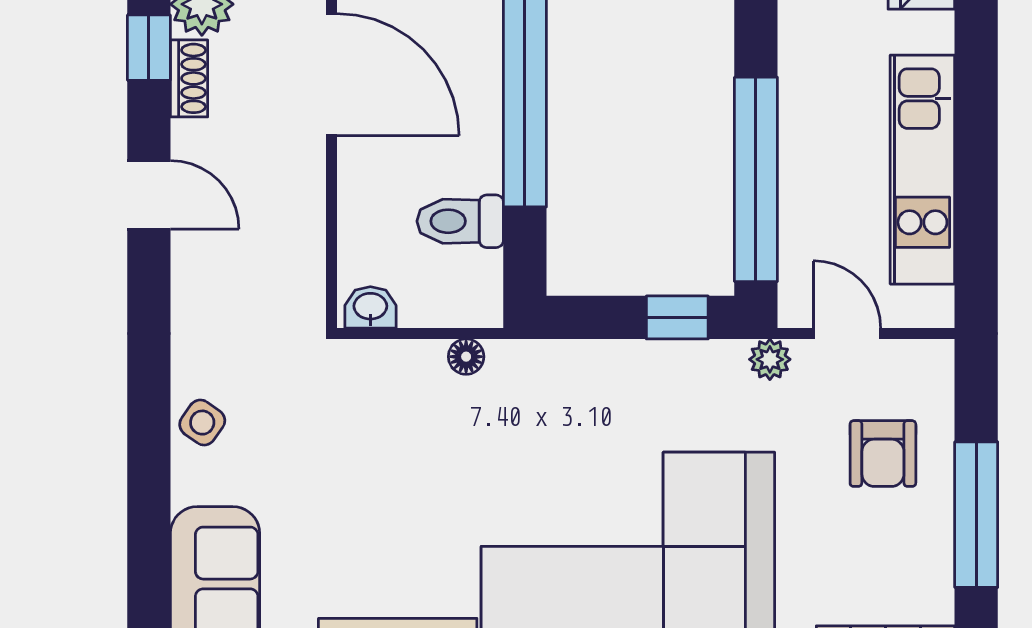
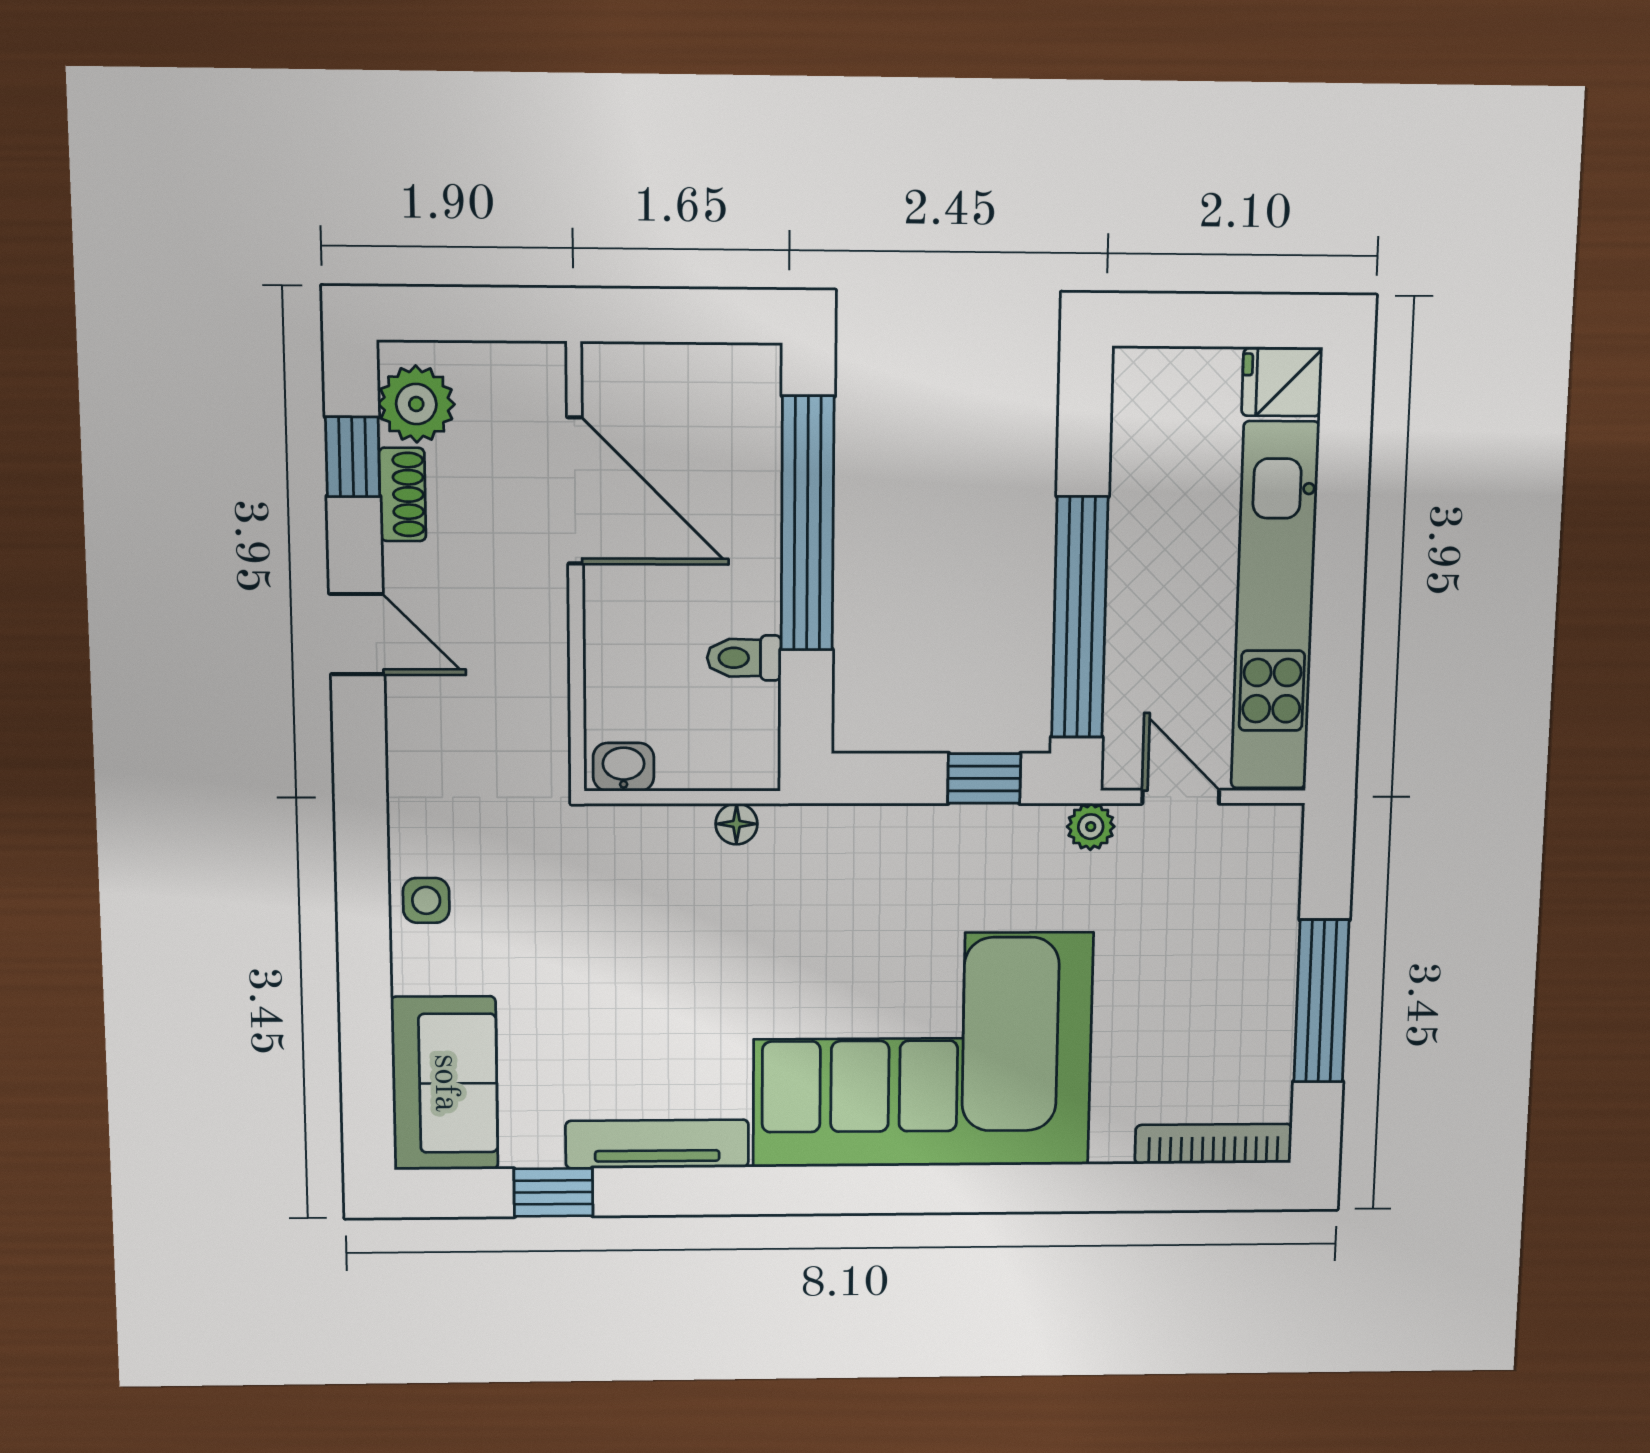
kitchen unit: (922, 170) -> (1275, 607), width x1.36
toilet: (460, 221) -> (744, 658), width x0.73, depth x0.72
side table: (202, 423) -> (426, 900), turned -35
armchair: (883, 454) -> (1218, 933), removed

